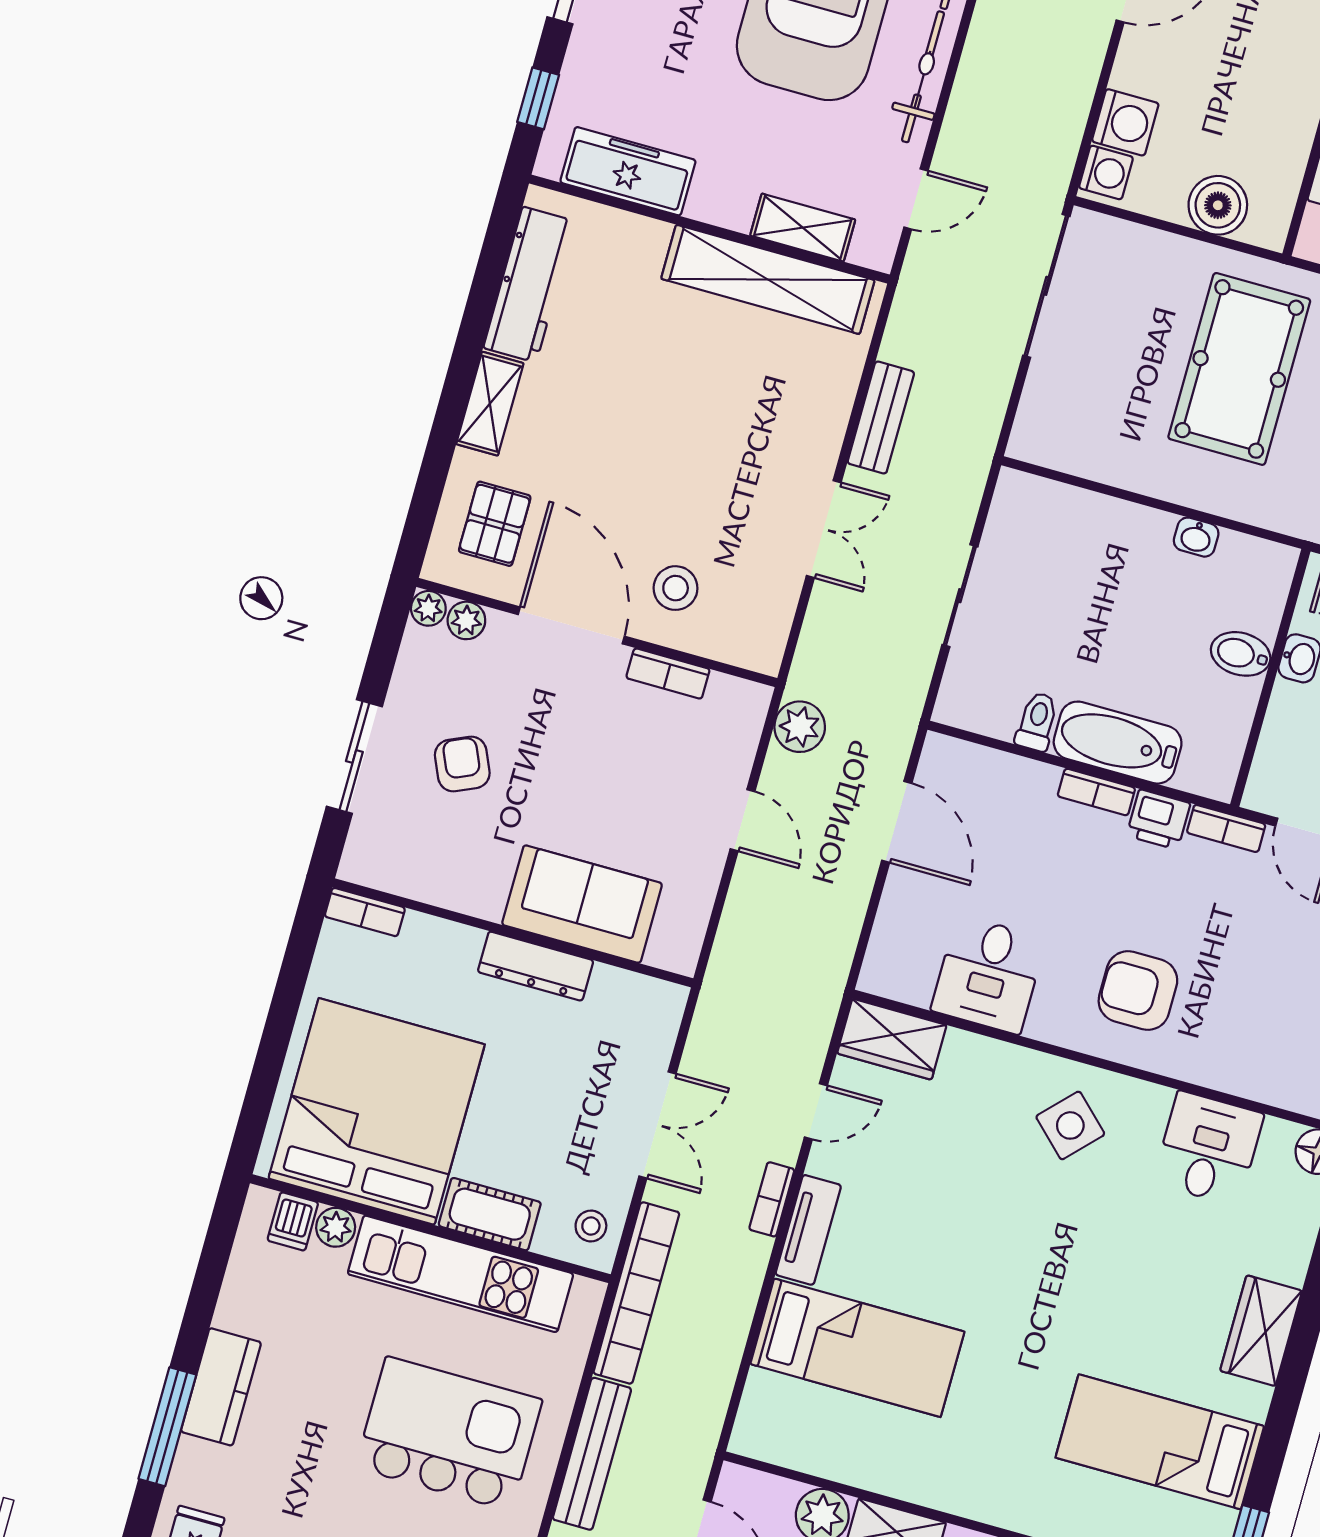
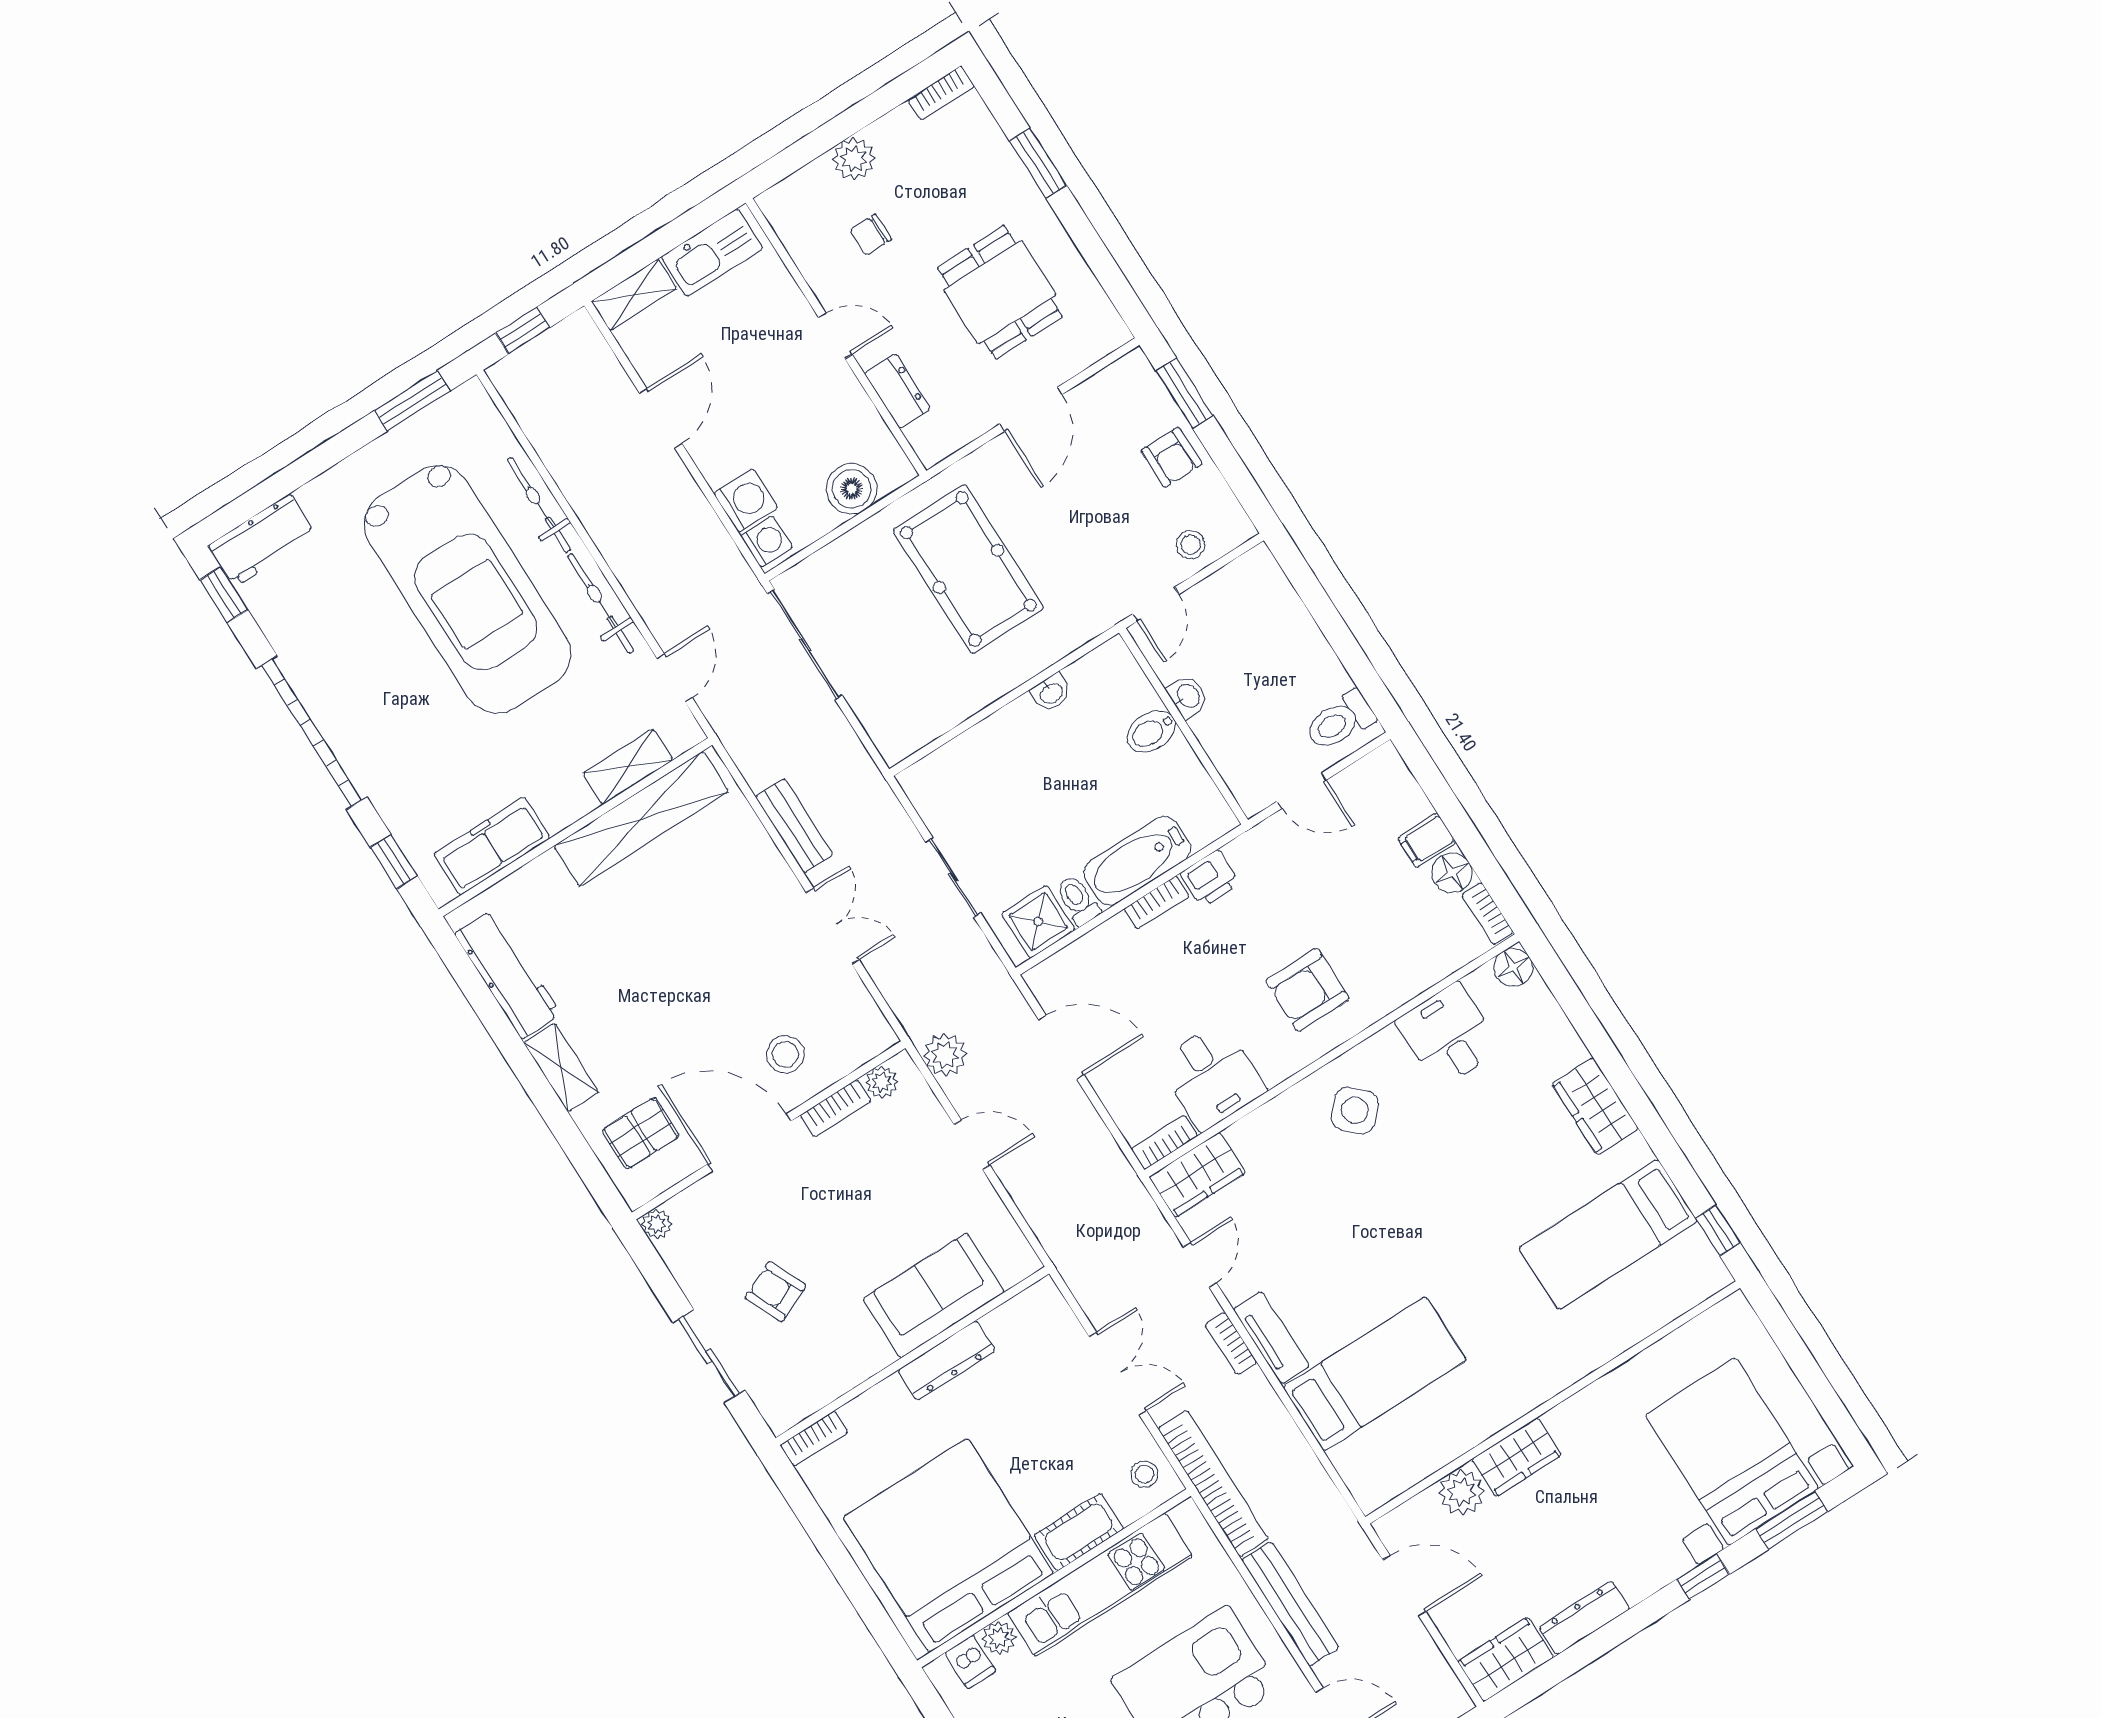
pallet: (495, 524) -> (641, 1133), turned 90
plant: (466, 620) -> (882, 1082), moved
shower: (988, 704) -> (1038, 922), added
bookcase: (1226, 828) -> (1164, 1142), moved, turned 180

